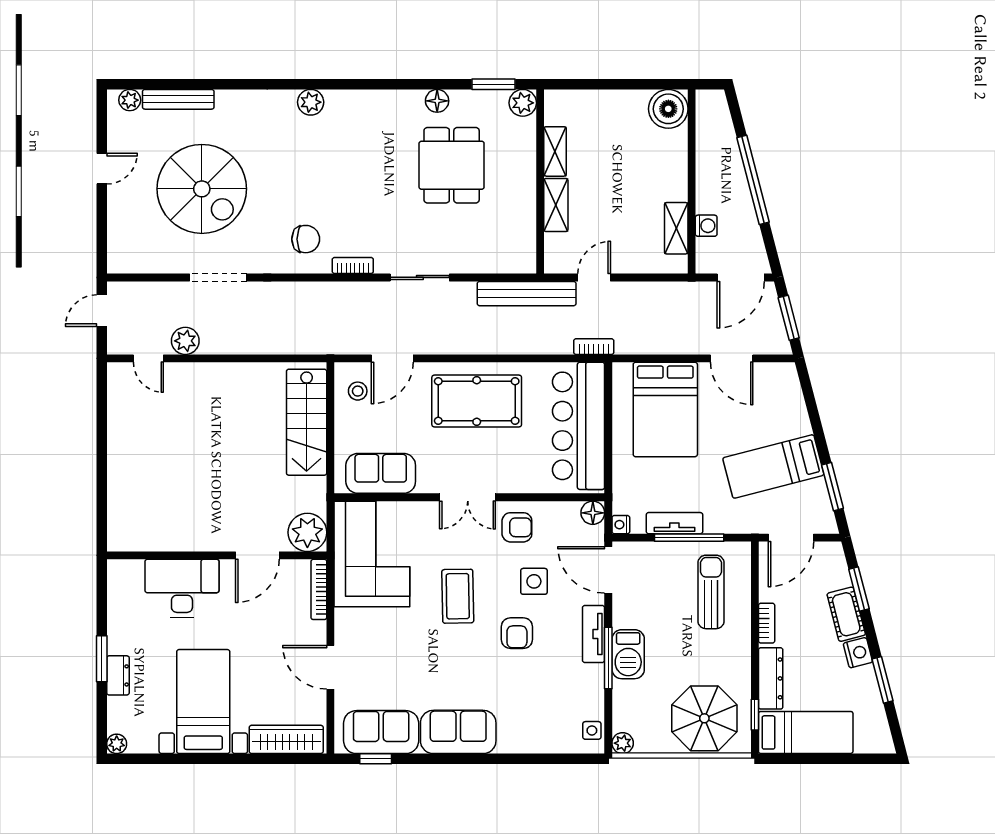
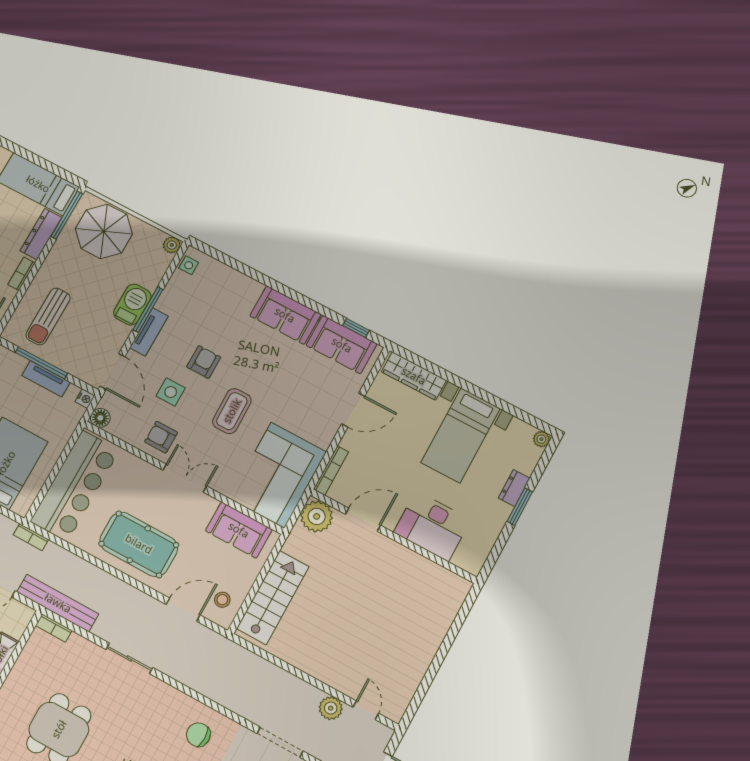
bookcase: (353, 266) -> (54, 628), moved
door: (330, 667) -> (353, 410), hinge flipped
window: (755, 715) -> (67, 215), width x2.17

